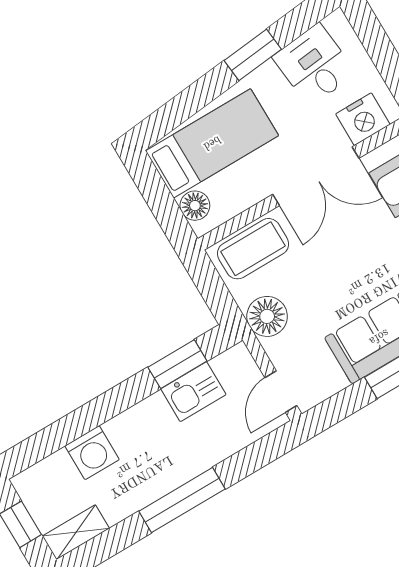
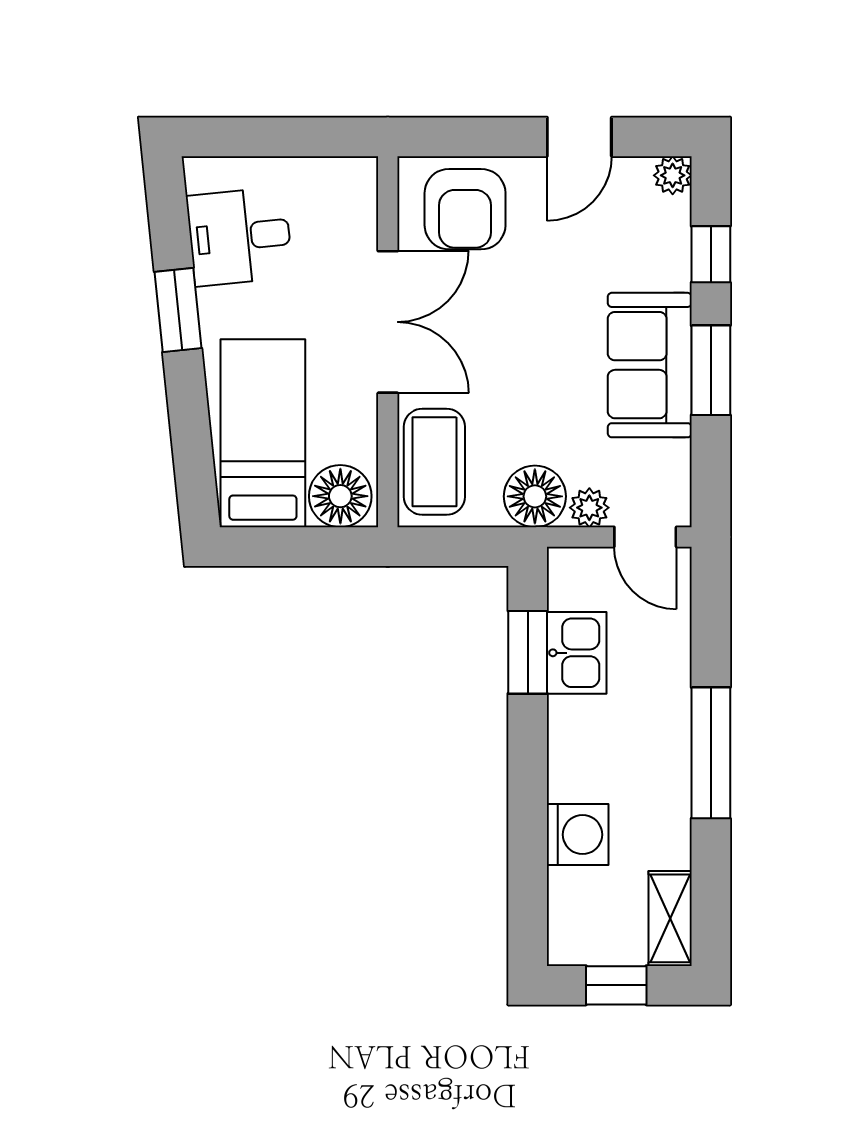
nightstand: (363, 119) -> (349, 215), removed
floor lamp: (195, 206) -> (340, 496), width x1.38, depth x1.38
plant: (279, 351) -> (589, 508), added

